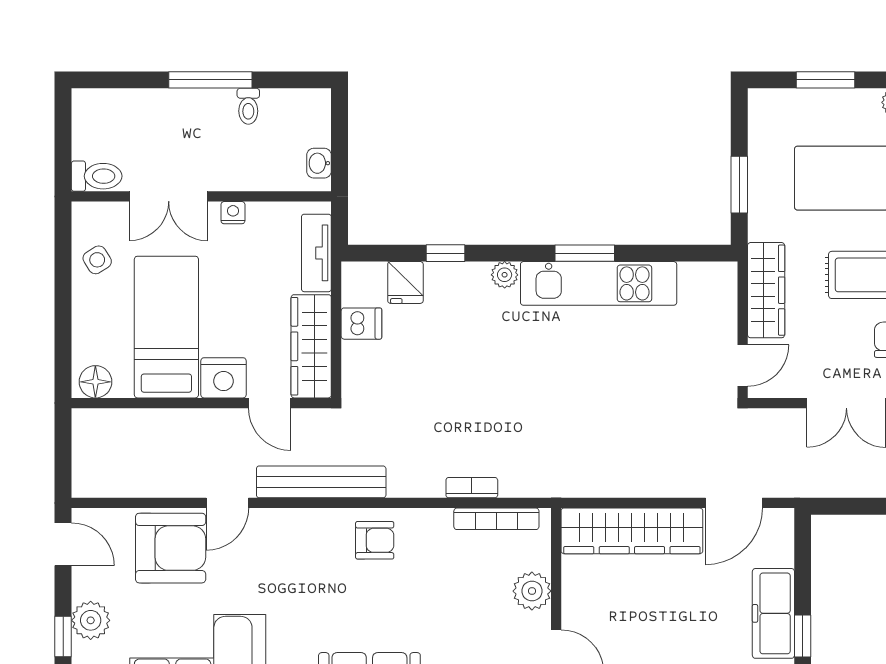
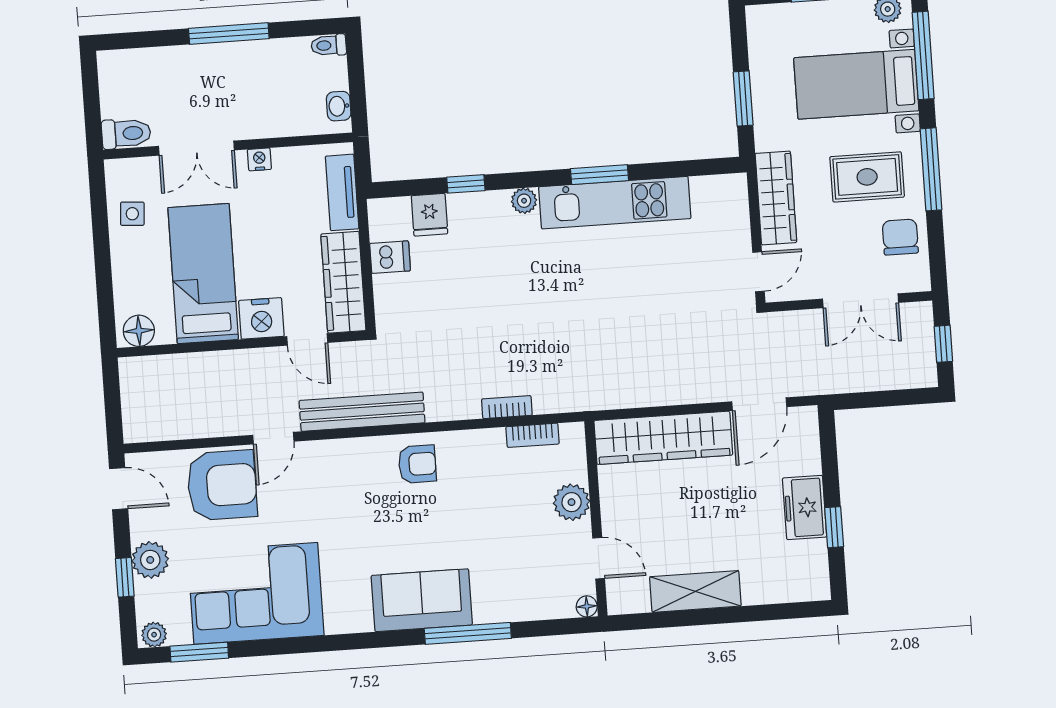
toilet: (248, 106) -> (329, 45), moved, turned 90
side table: (97, 260) -> (132, 214), turned 36
bookcase: (496, 519) -> (533, 435), width x0.64
freezer: (773, 613) -> (805, 507), width x0.71

